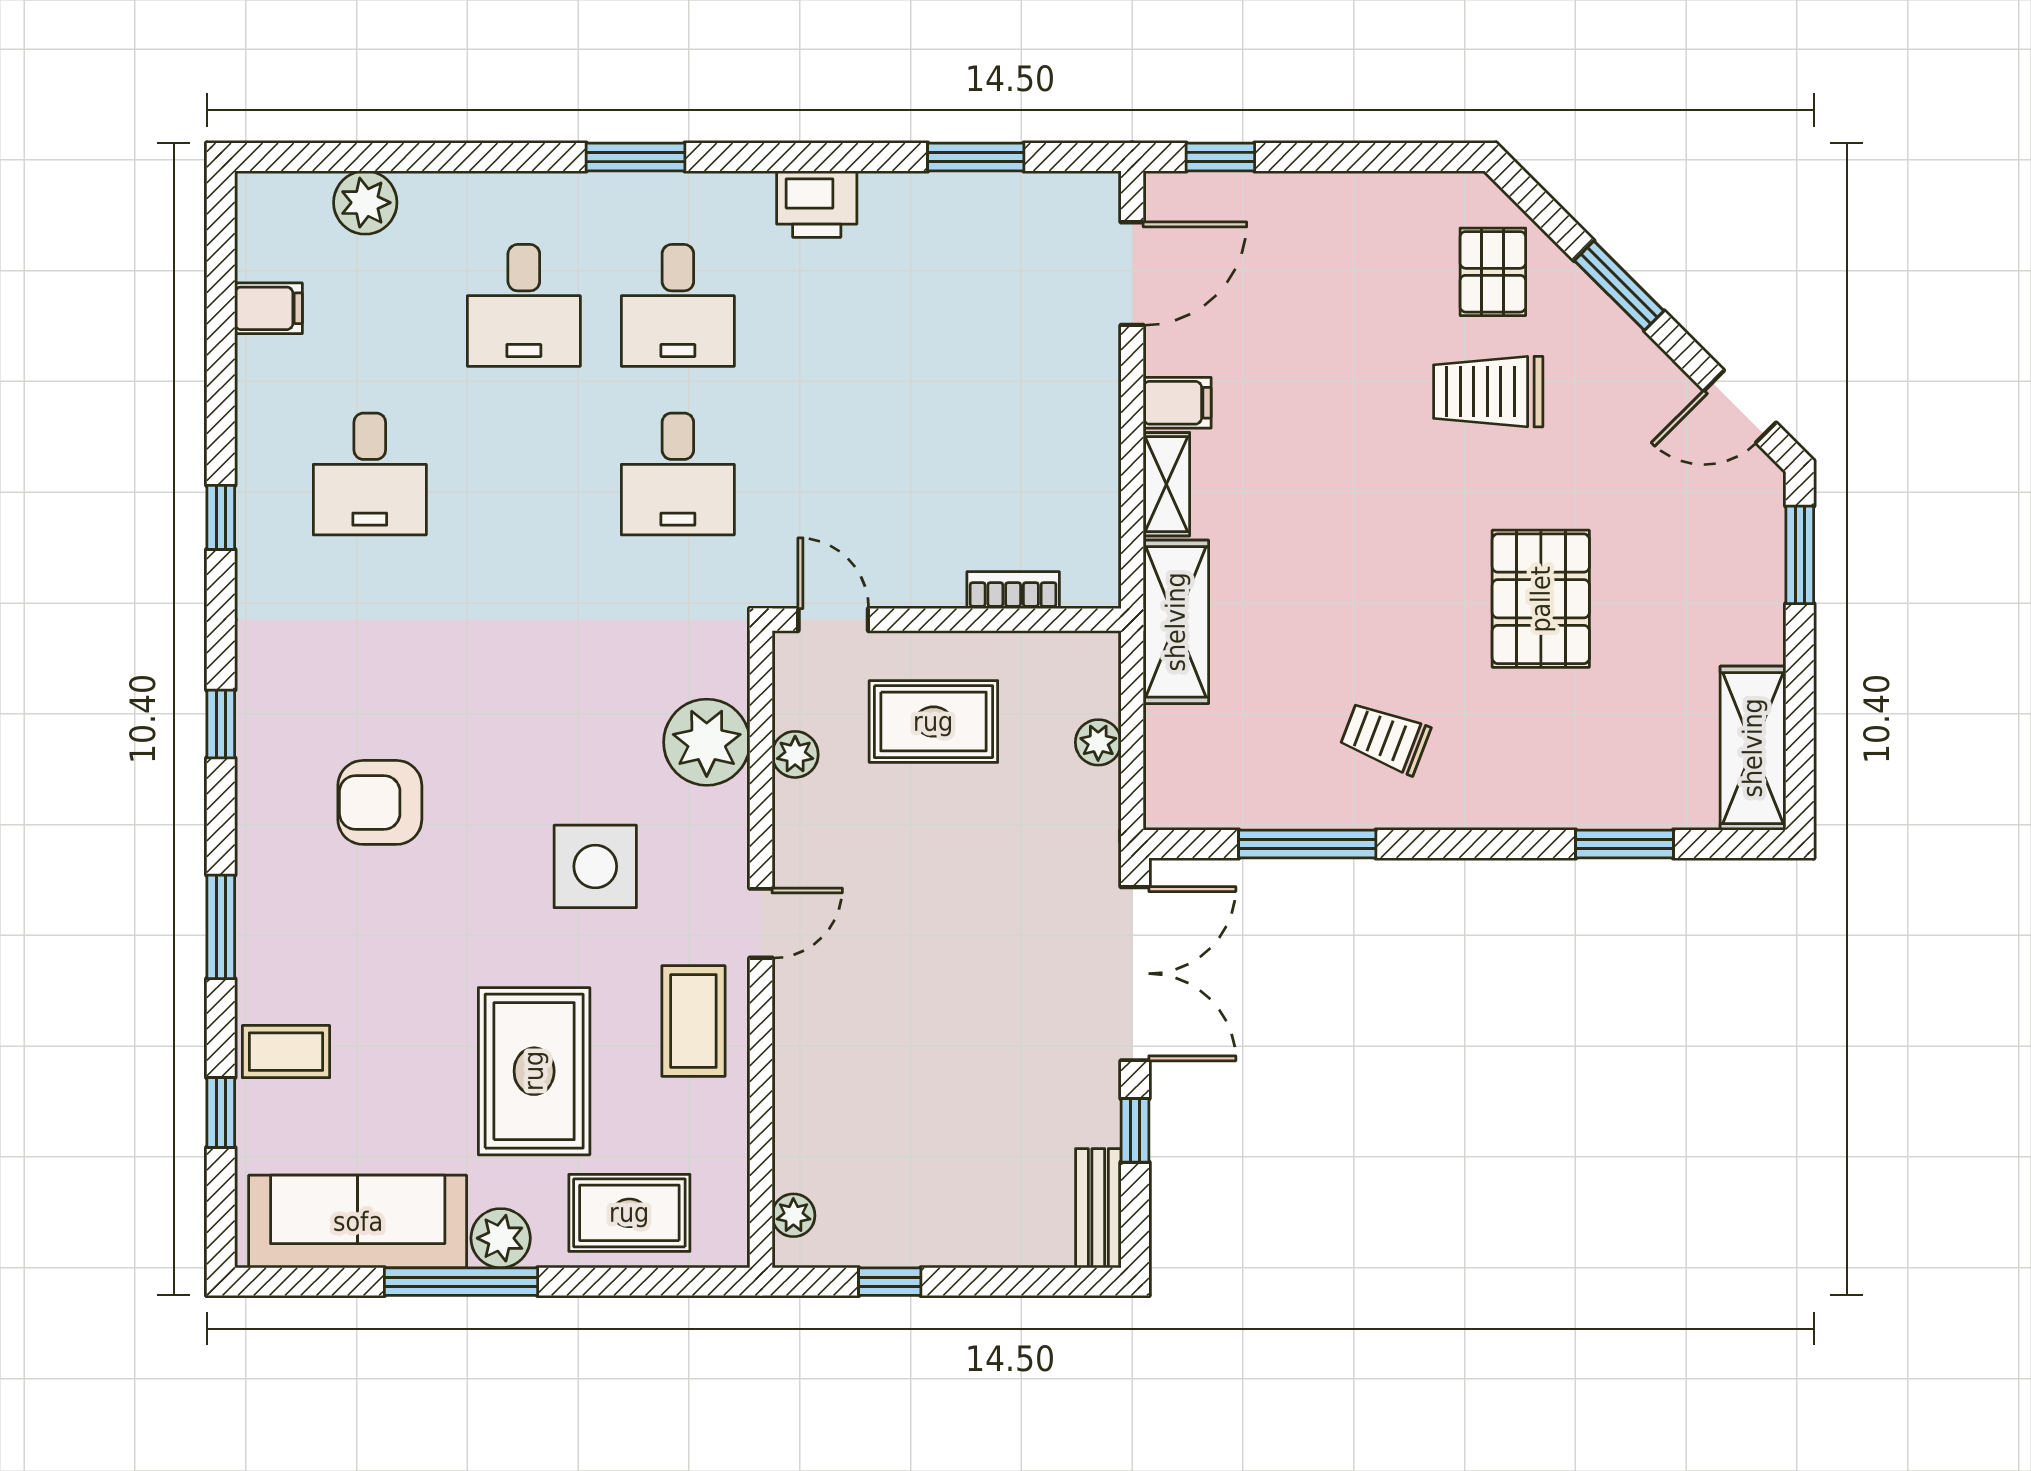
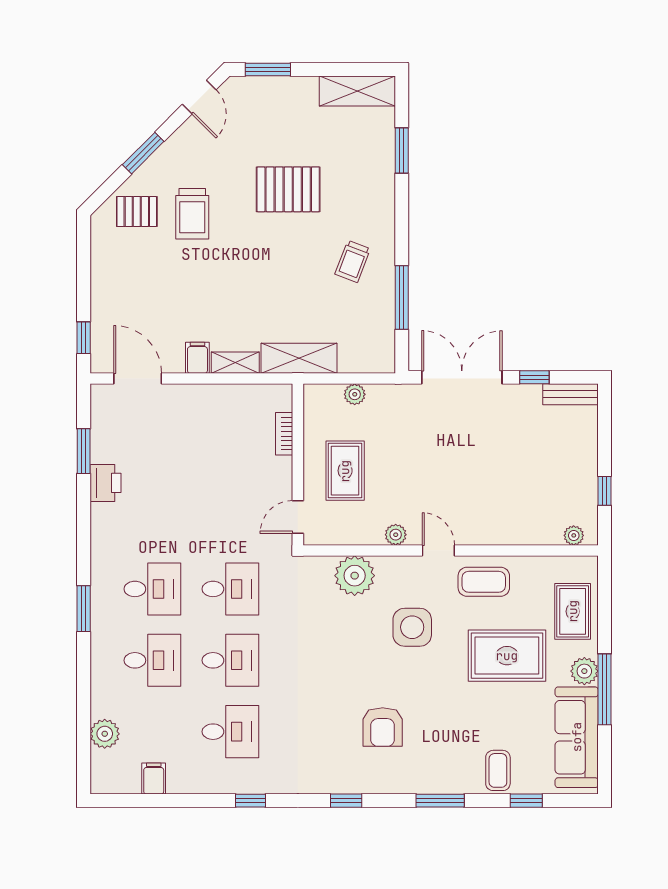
printer: (817, 204) -> (105, 483), moved
desk: (524, 474) -> (230, 660), added
plant: (795, 754) -> (396, 535), moved

